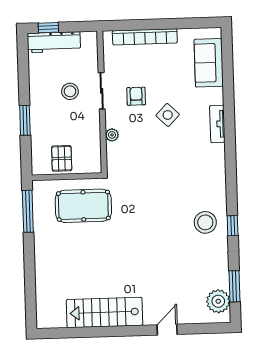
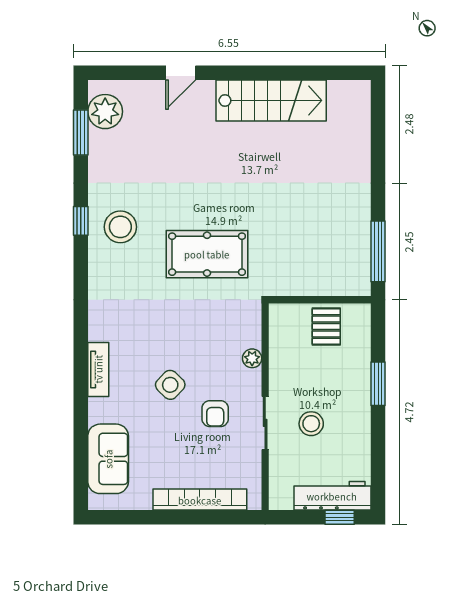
pool table: (83, 206) -> (207, 254), moved

